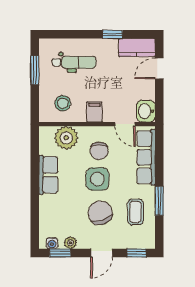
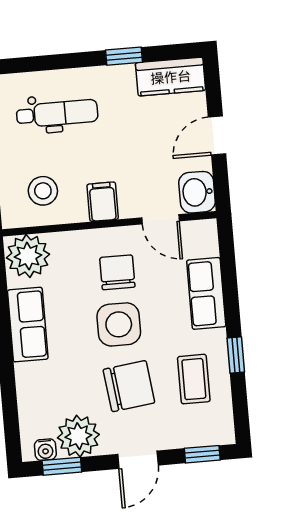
door: (159, 68) -> (217, 135), moved
plant: (66, 138) -> (28, 256), moved
chair: (99, 151) -> (117, 272), turned 180
row of seats: (146, 157) -> (206, 293), width x0.68
window: (159, 201) -> (236, 355), width x0.67
chair: (100, 213) -> (129, 386), turned 101
plant: (70, 243) -> (78, 436), width x1.87, depth x1.87

